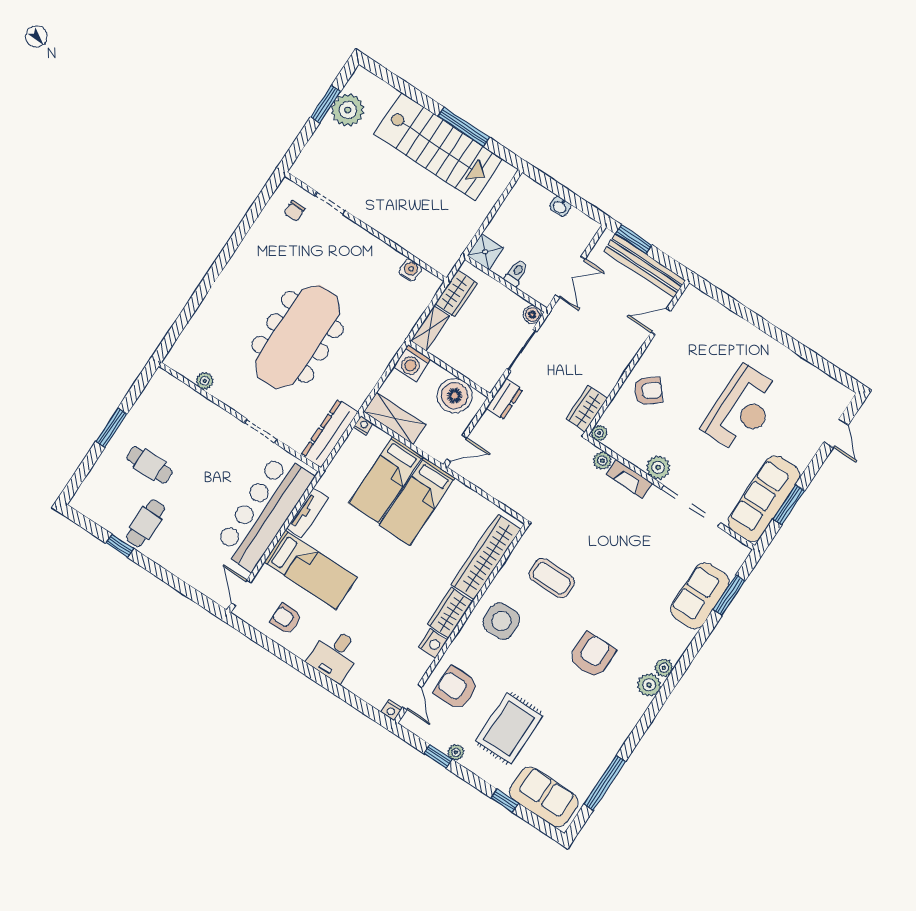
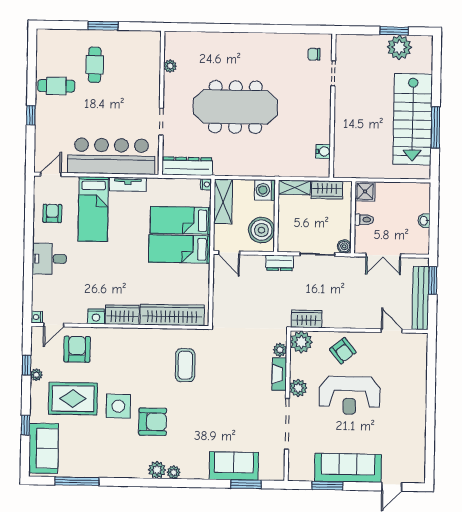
reception desk: (742, 409) -> (349, 395), moved
plant: (599, 433) -> (301, 342), width x1.87, depth x1.87
sofa: (764, 499) -> (348, 468), moved
window: (120, 546) -> (31, 115), moved
side table: (501, 621) -> (118, 406), moved

